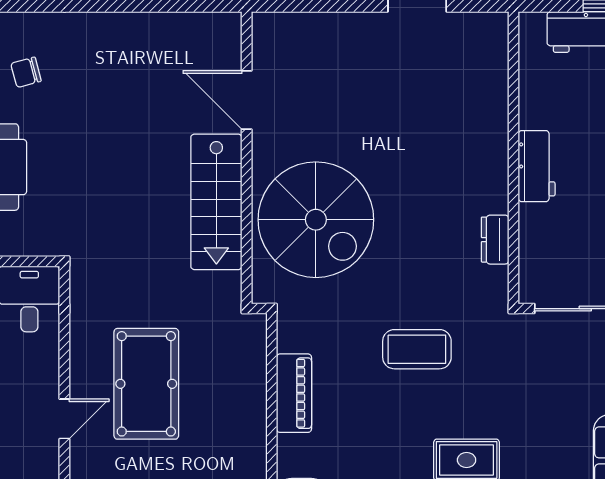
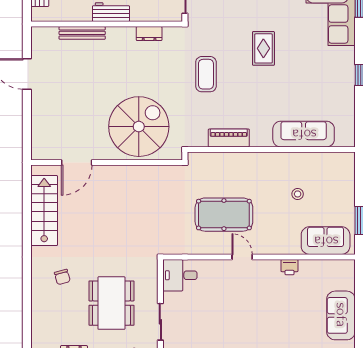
bench: (496, 110) -> (82, 33), added
stairs: (216, 202) -> (44, 211), moved, turned -90

